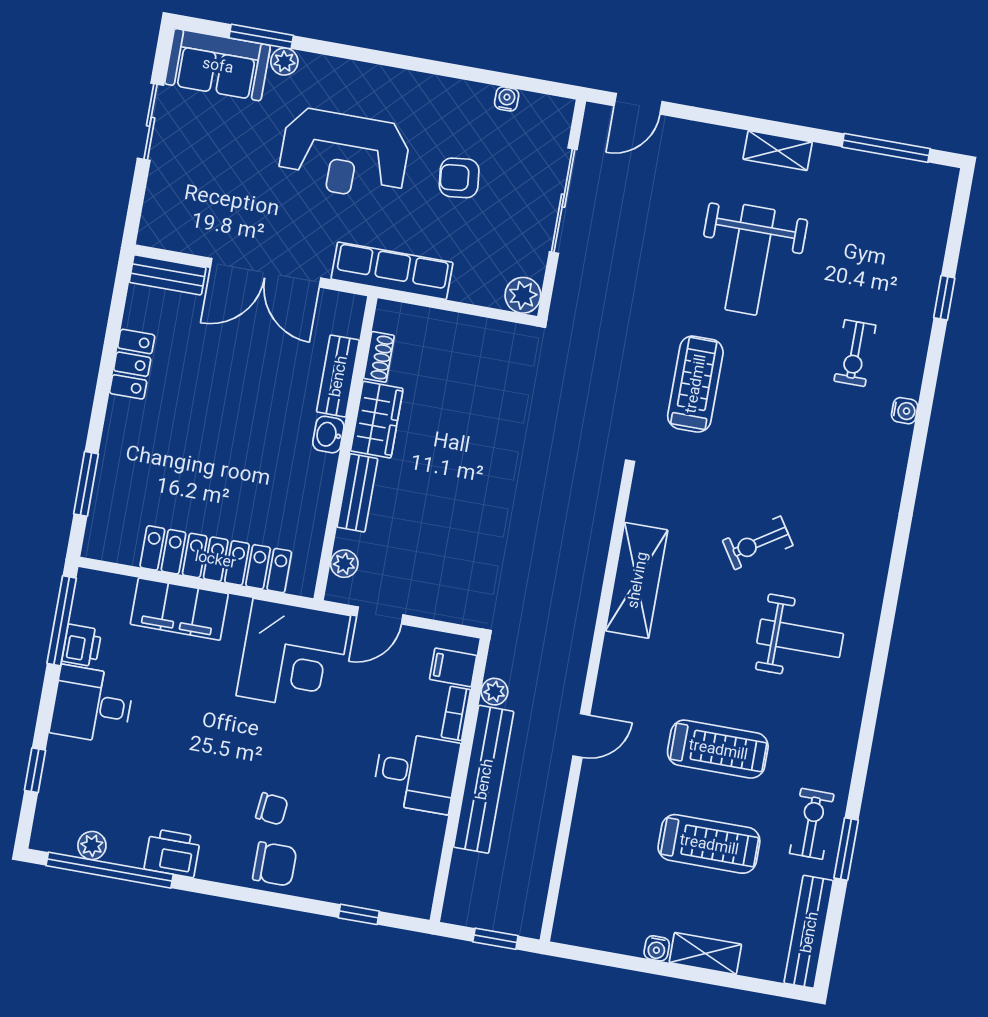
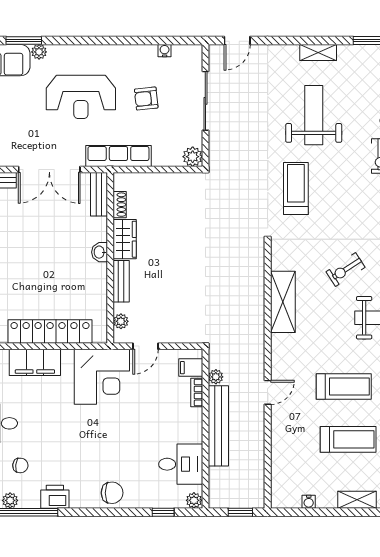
weight bench: (750, 260) -> (314, 115), turned 180
bench: (338, 376) -> (99, 194), moved
desk: (416, 772) -> (181, 464), moved
chair: (272, 809) -> (20, 465), moved
plant: (417, 903) -> (194, 500), added
water cooler: (657, 948) -> (309, 502), moved

